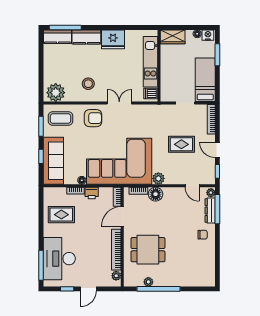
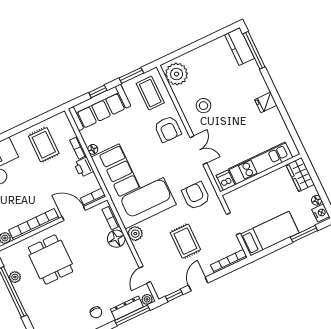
kitchen counter: (86, 37) -> (255, 79), removed
fridge: (113, 39) -> (266, 102), width x0.53, depth x0.75
armchair: (152, 121) -> (196, 196), added

